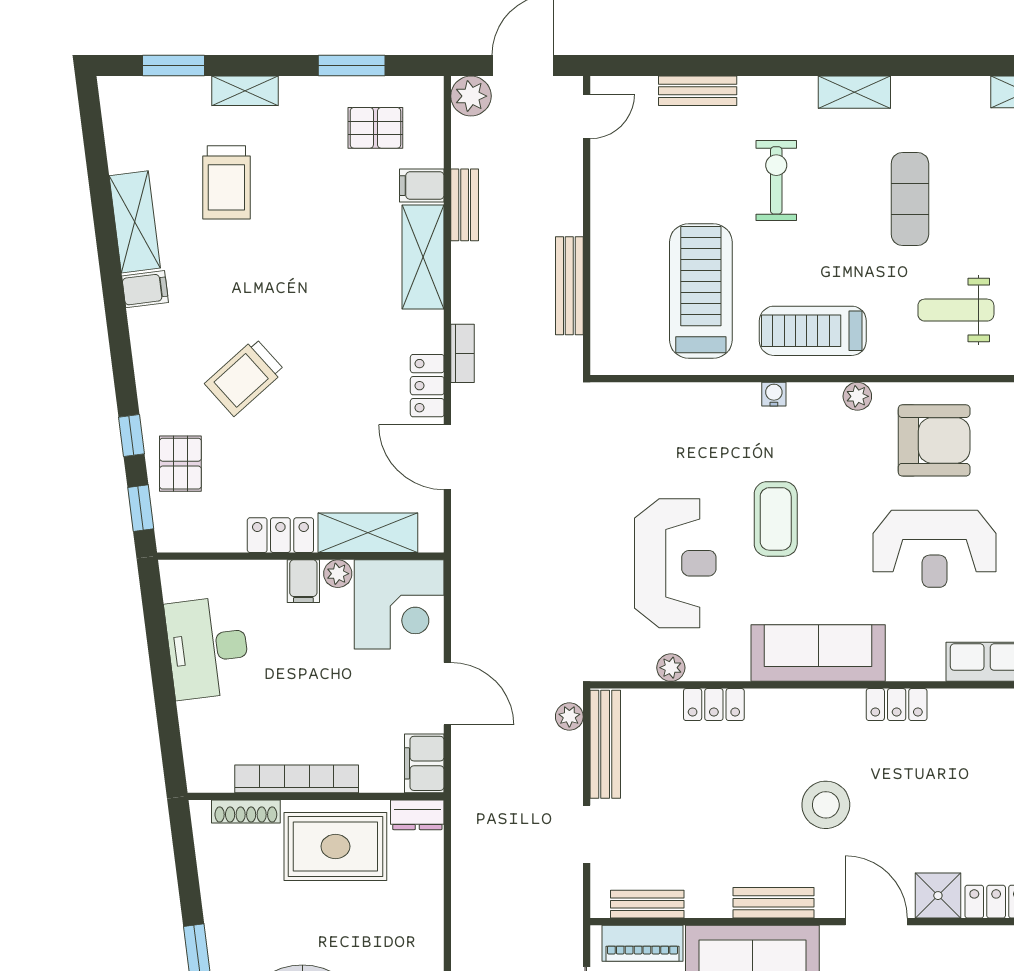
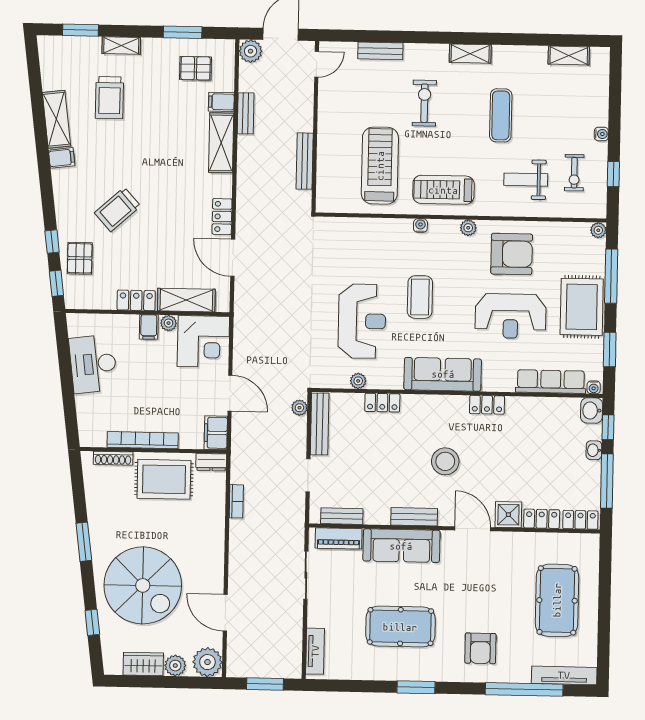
bookcase: (463, 353) -> (236, 501), moved

